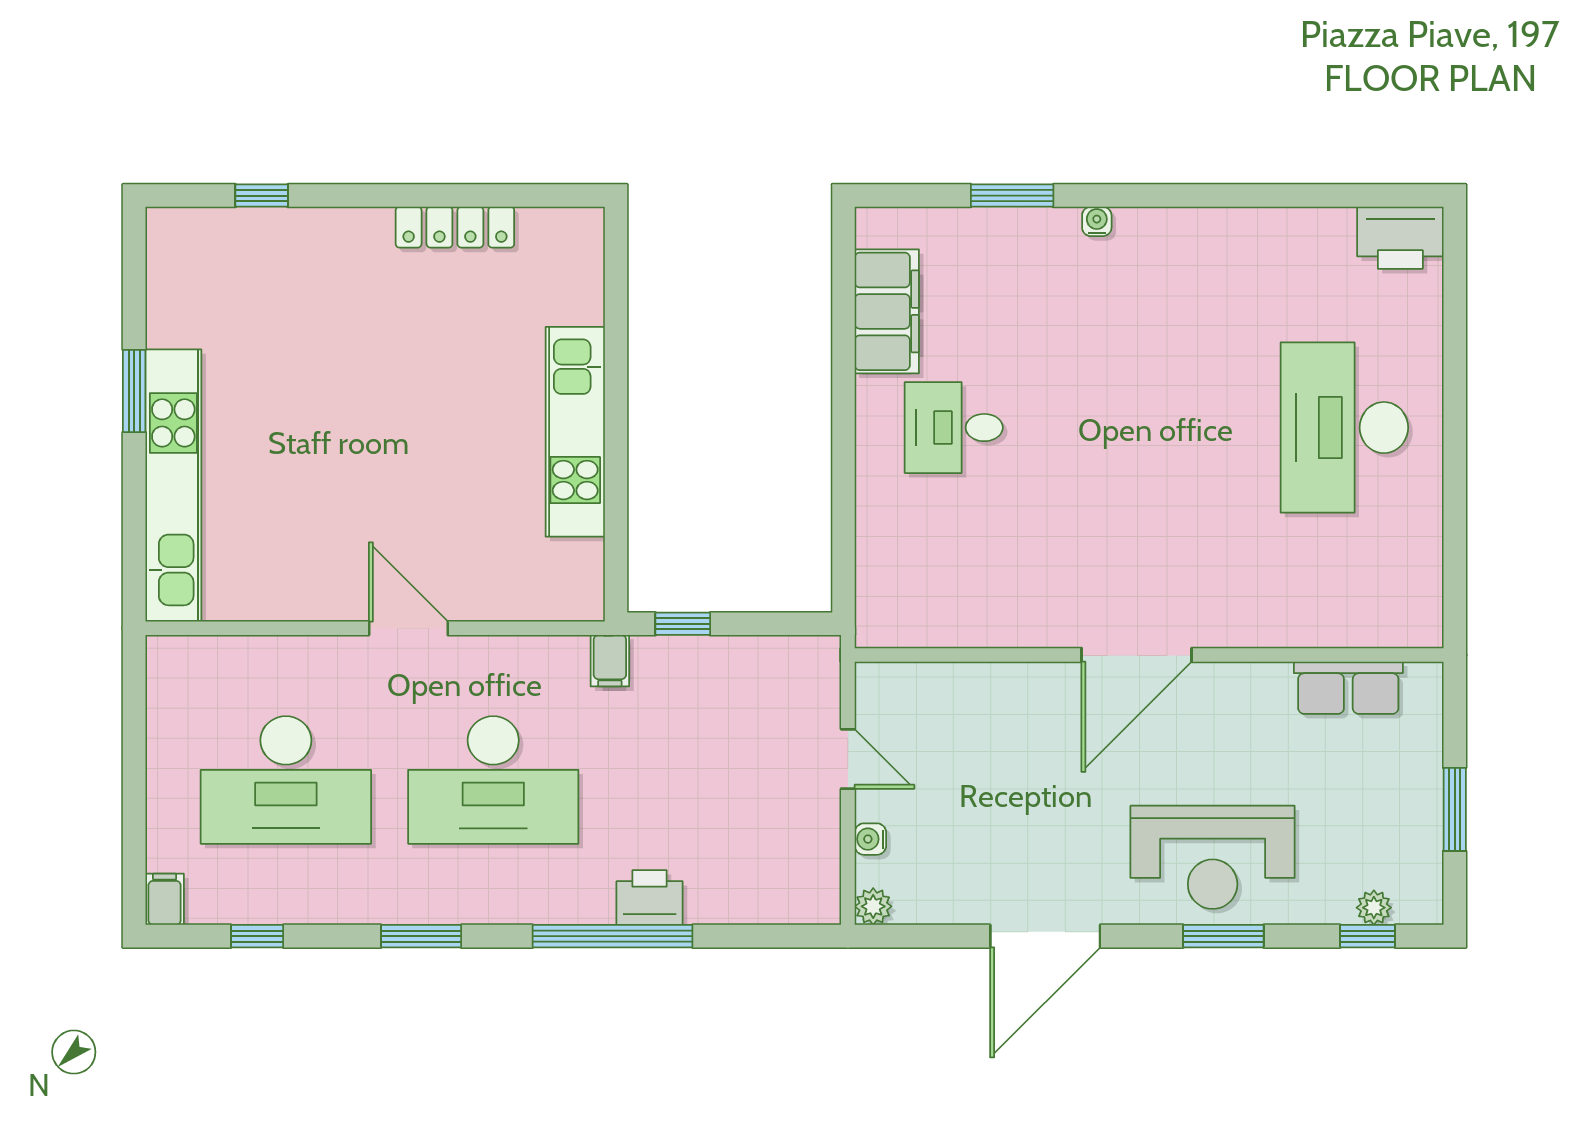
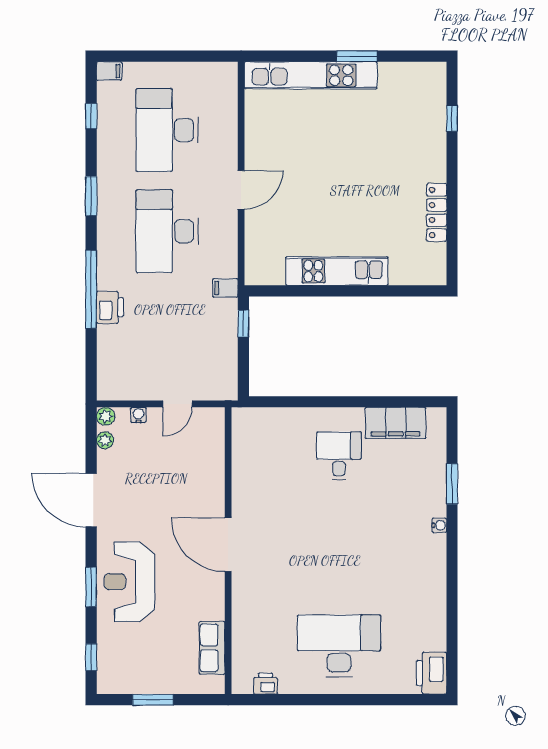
printer: (1422, 578) -> (265, 684), added
plant: (1374, 908) -> (105, 440), moved

